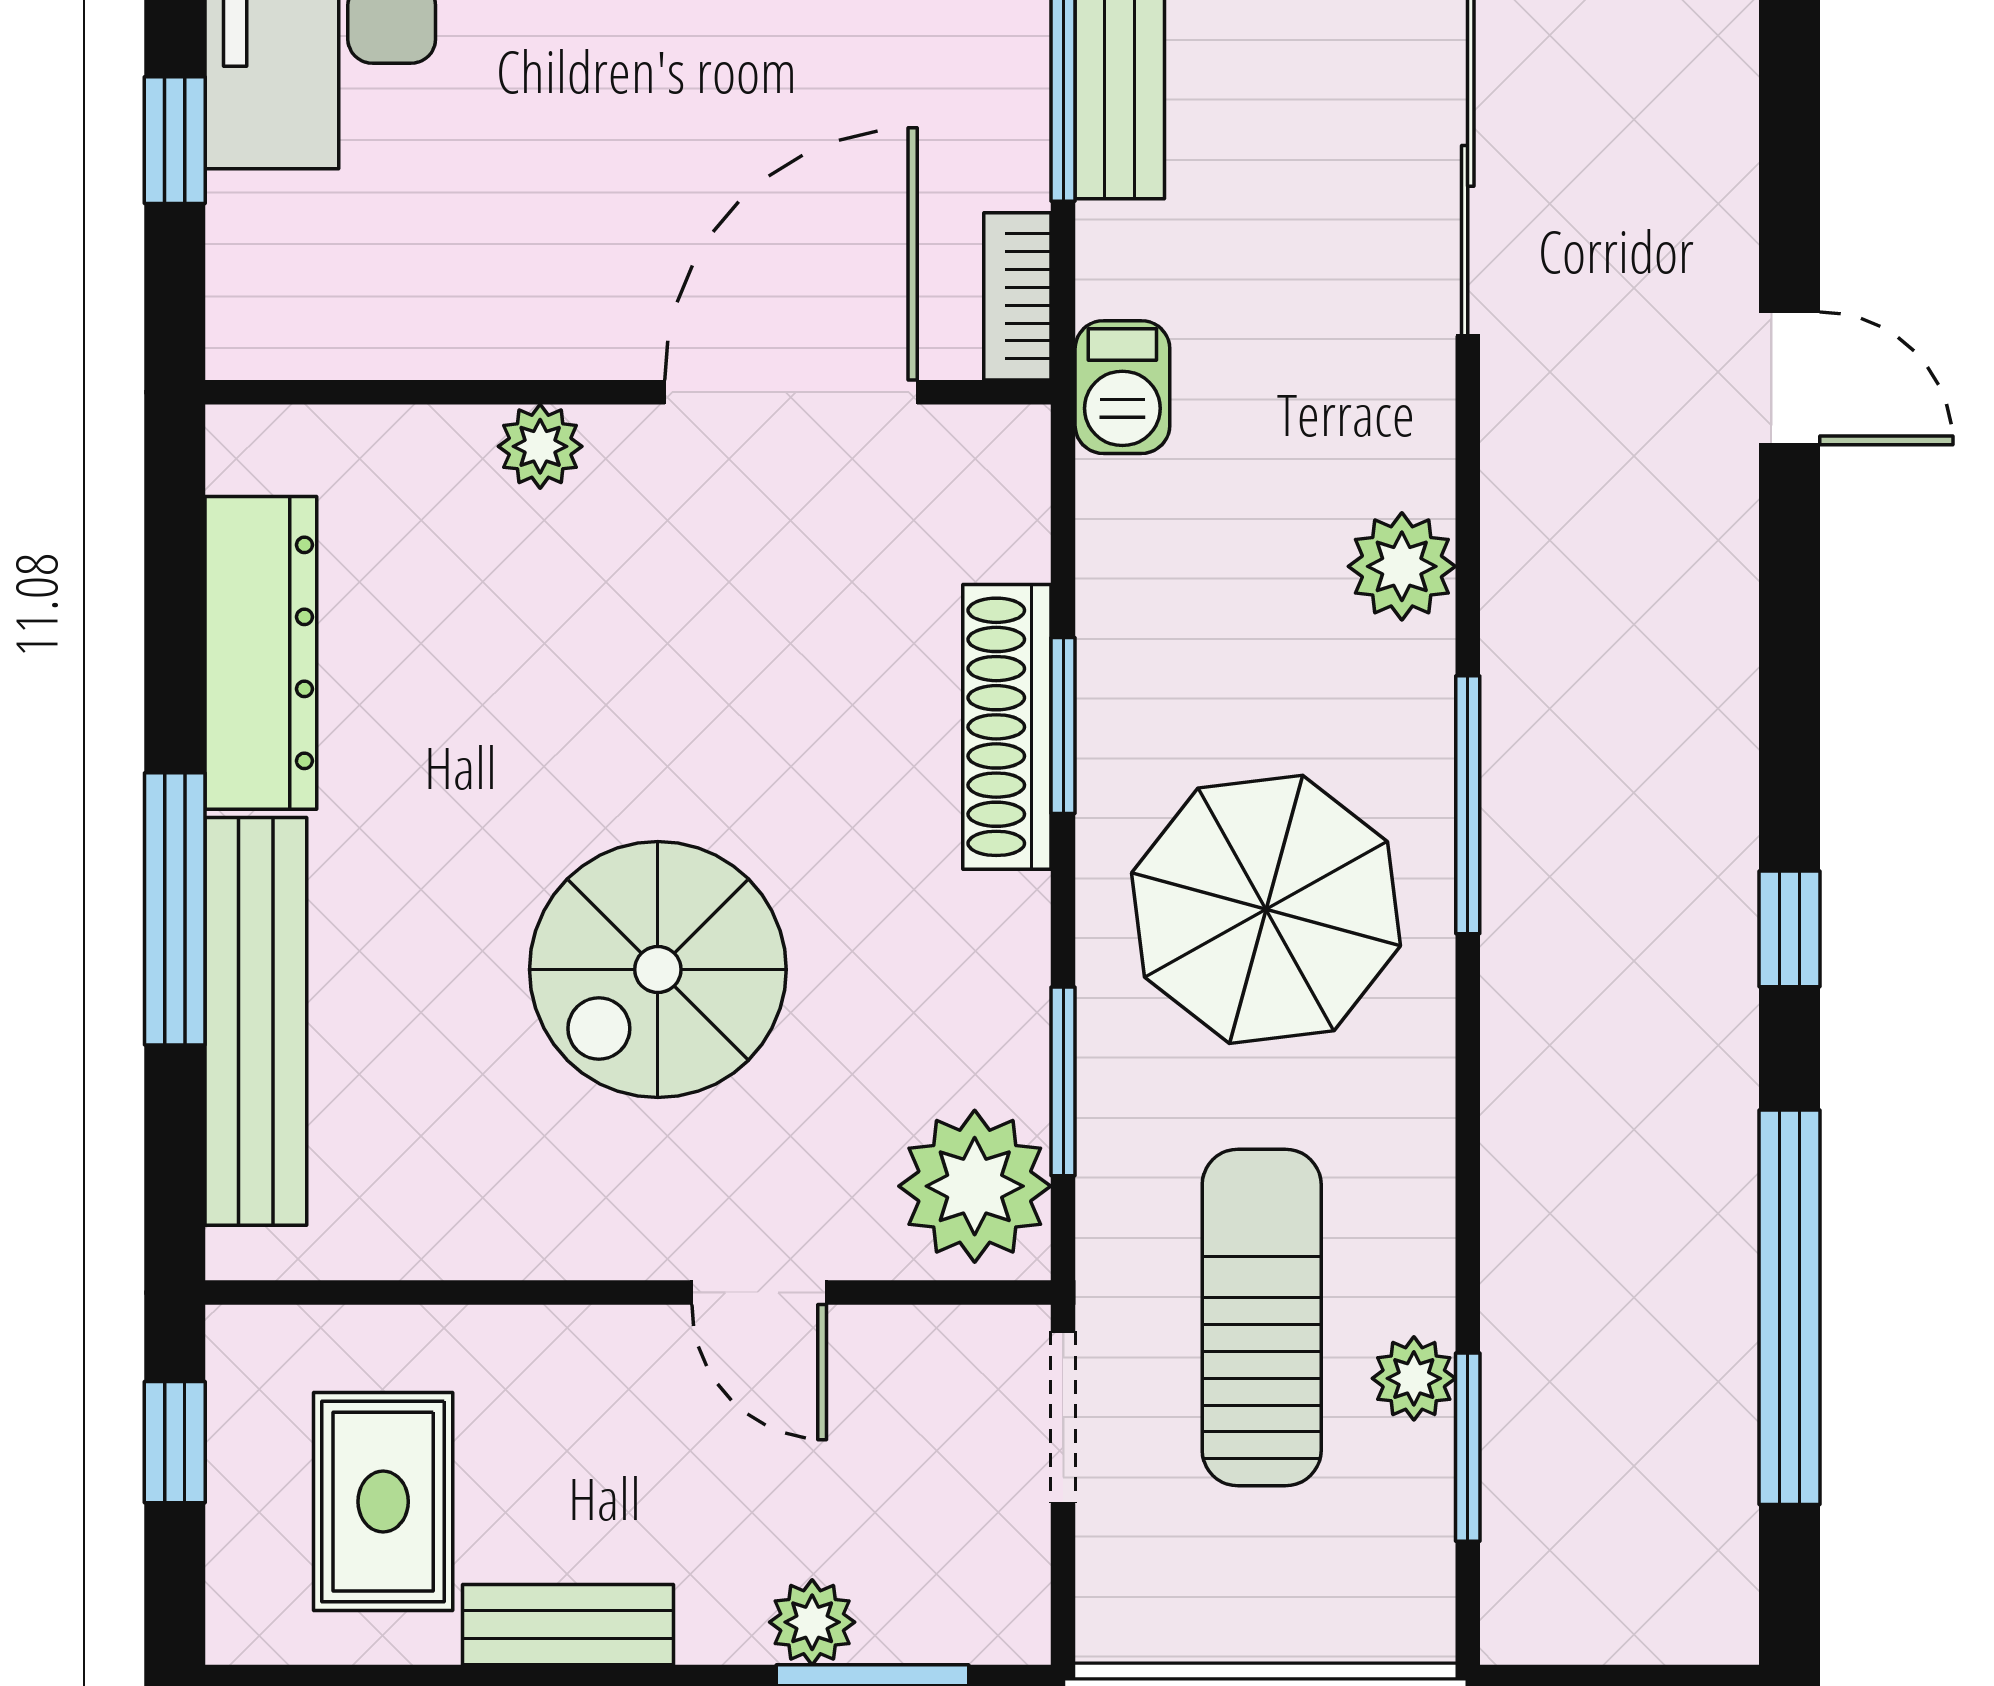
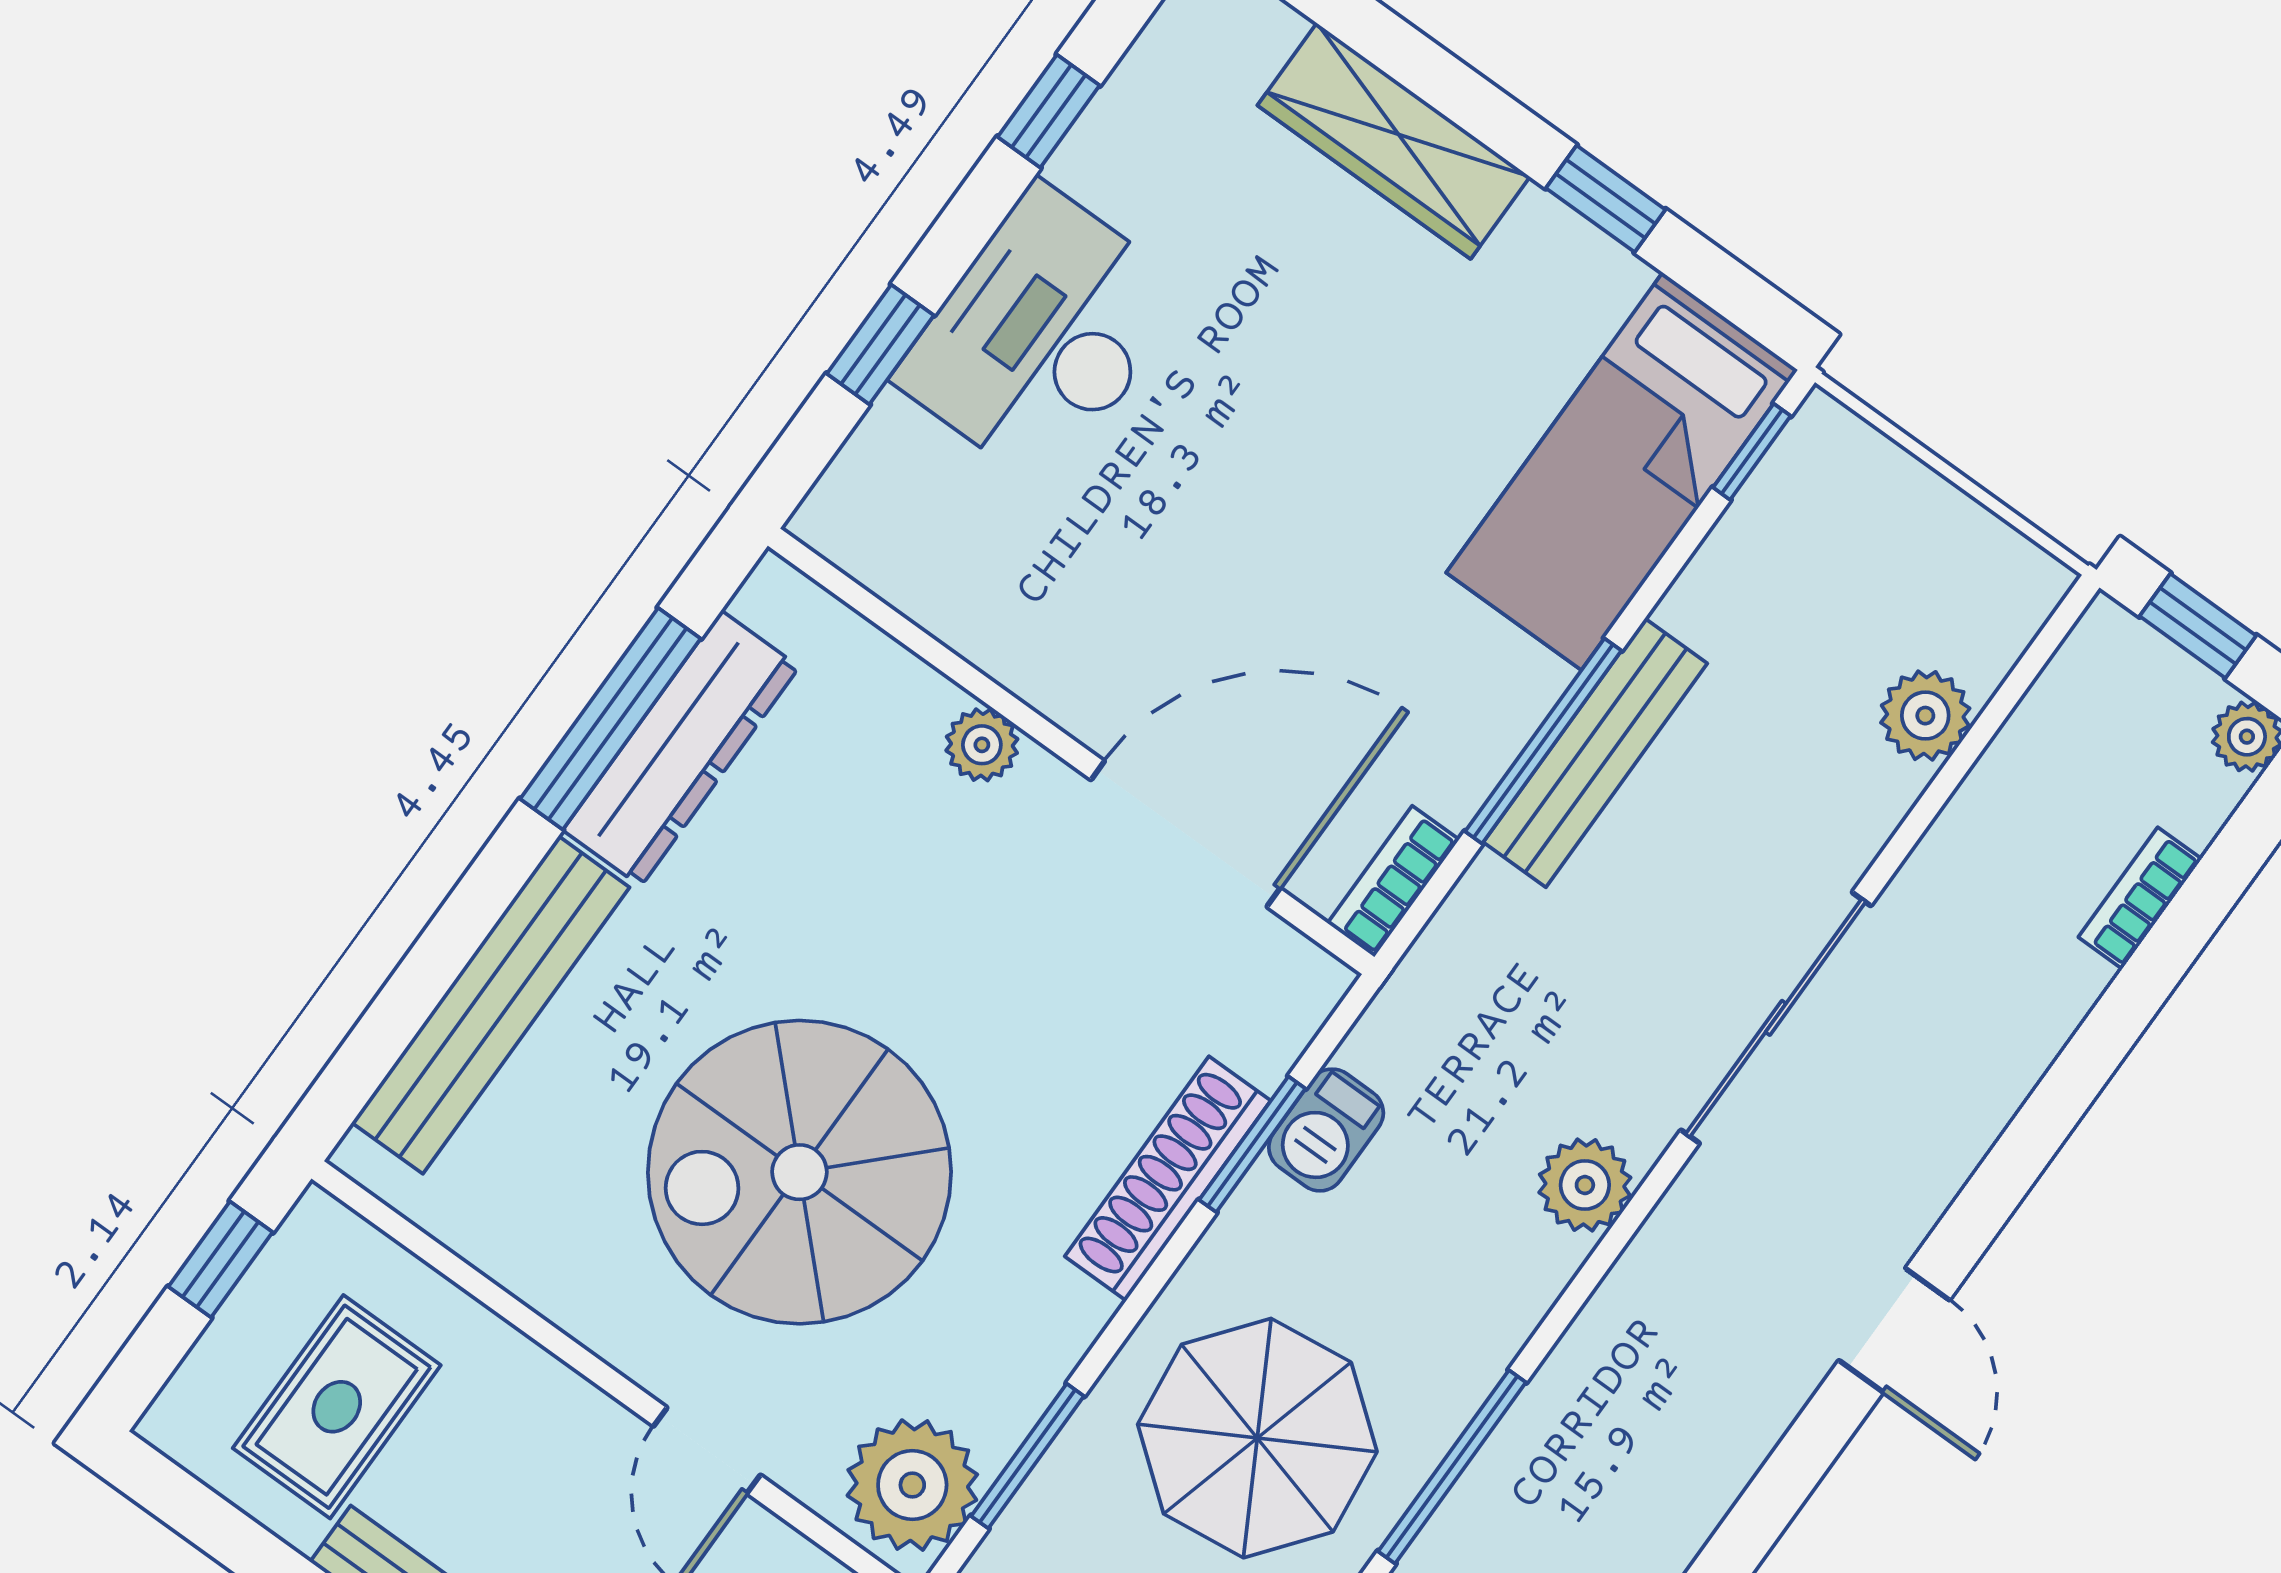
barbecue: (1122, 387) -> (1326, 1130), moved
plant: (1402, 566) -> (1585, 1185), moved
window: (1063, 725) -> (1252, 1144), moved
window: (175, 909) -> (610, 719), moved
spiral stairs: (658, 970) -> (799, 1172), width x1.37, depth x1.37

